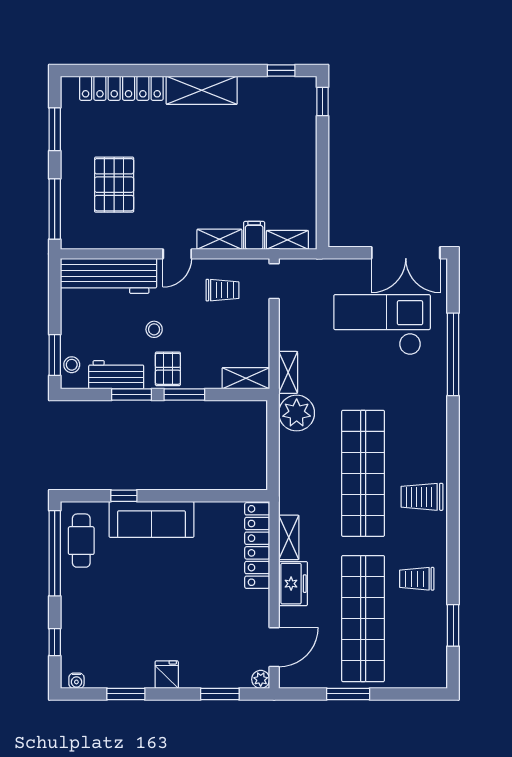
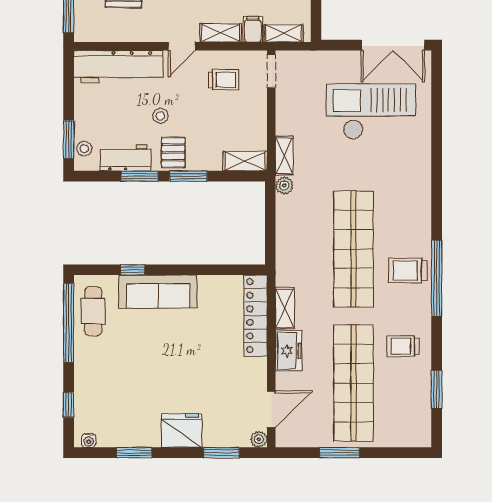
window: (453, 354) -> (437, 278), moved
plant: (297, 413) -> (284, 185), width x0.53, depth x0.53
fridge: (167, 675) -> (182, 430), width x1.88, depth x1.34

